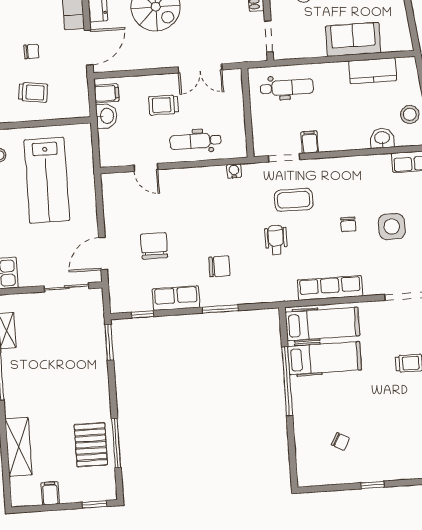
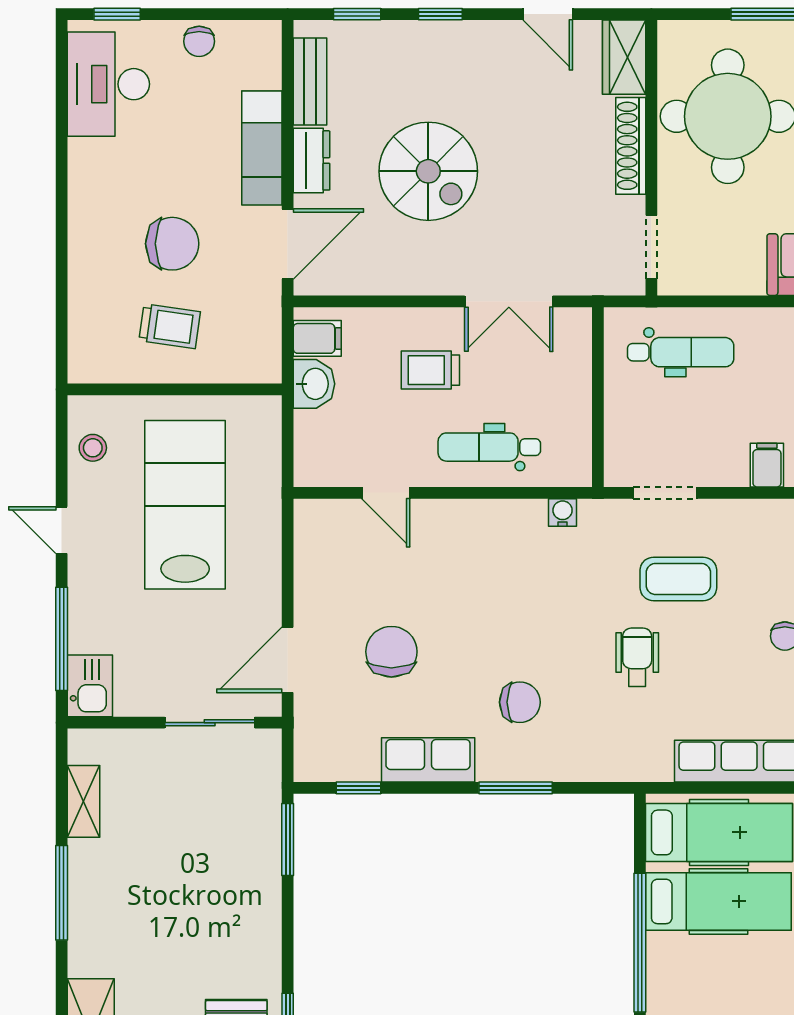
chair: (31, 51) -> (172, 244), width x1.87, depth x1.87
filing cabinet: (310, 142) -> (767, 465), moved
lab bench: (47, 180) -> (185, 505), turned 180

